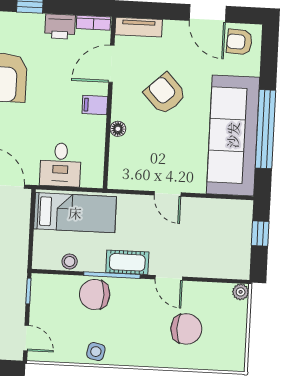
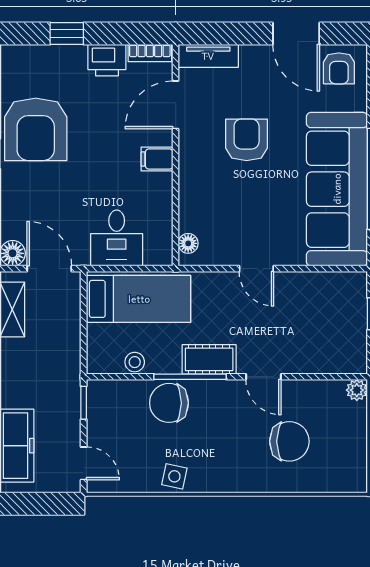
armchair: (239, 42) -> (339, 68), turned -93
armchair: (165, 94) -> (247, 140), turned 43
floor lamp: (118, 129) -> (188, 243), moved

